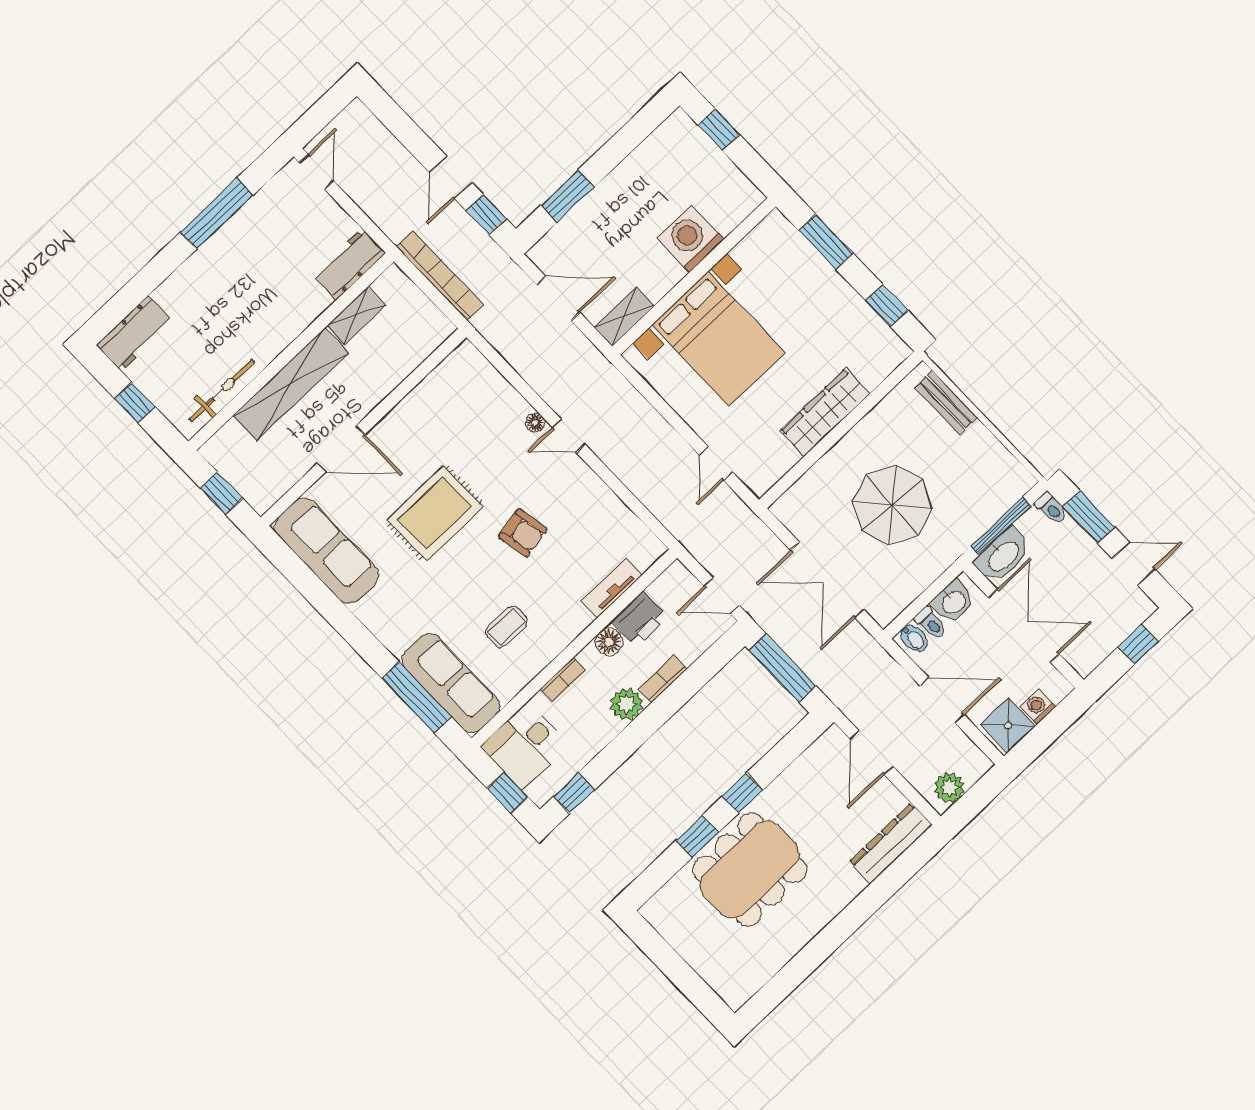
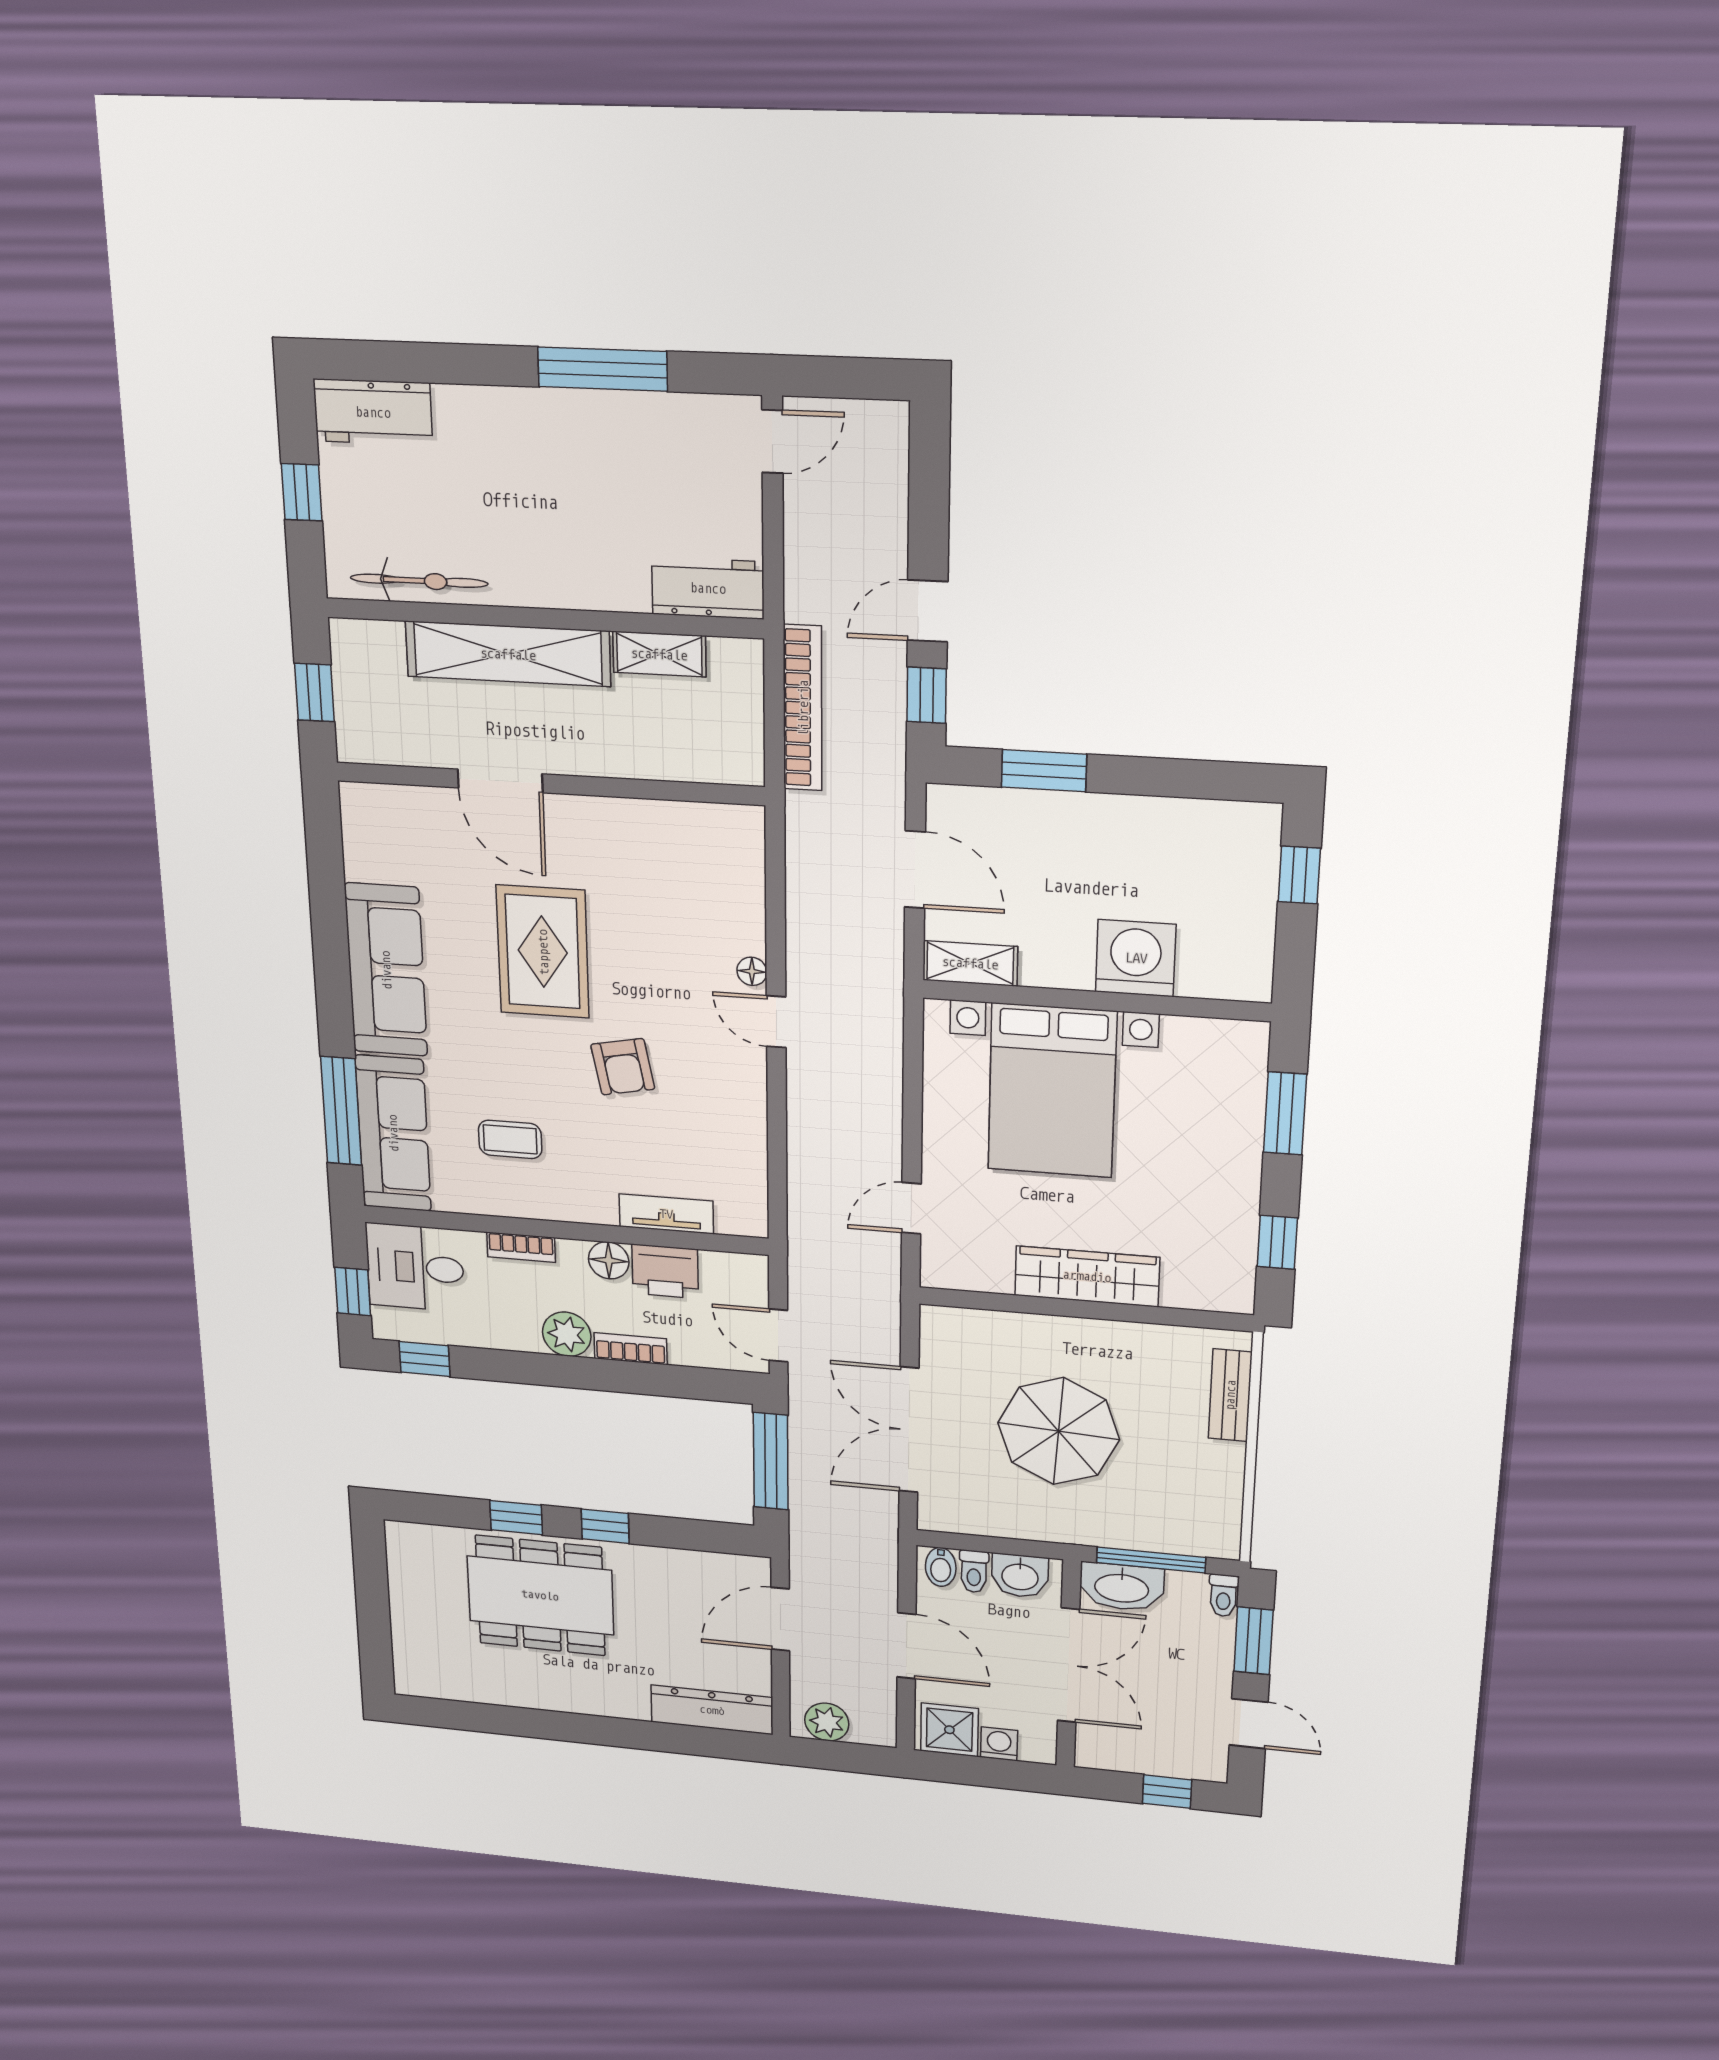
rug: (435, 513) -> (543, 952), turned 90
sofa: (326, 551) -> (386, 970), moved

